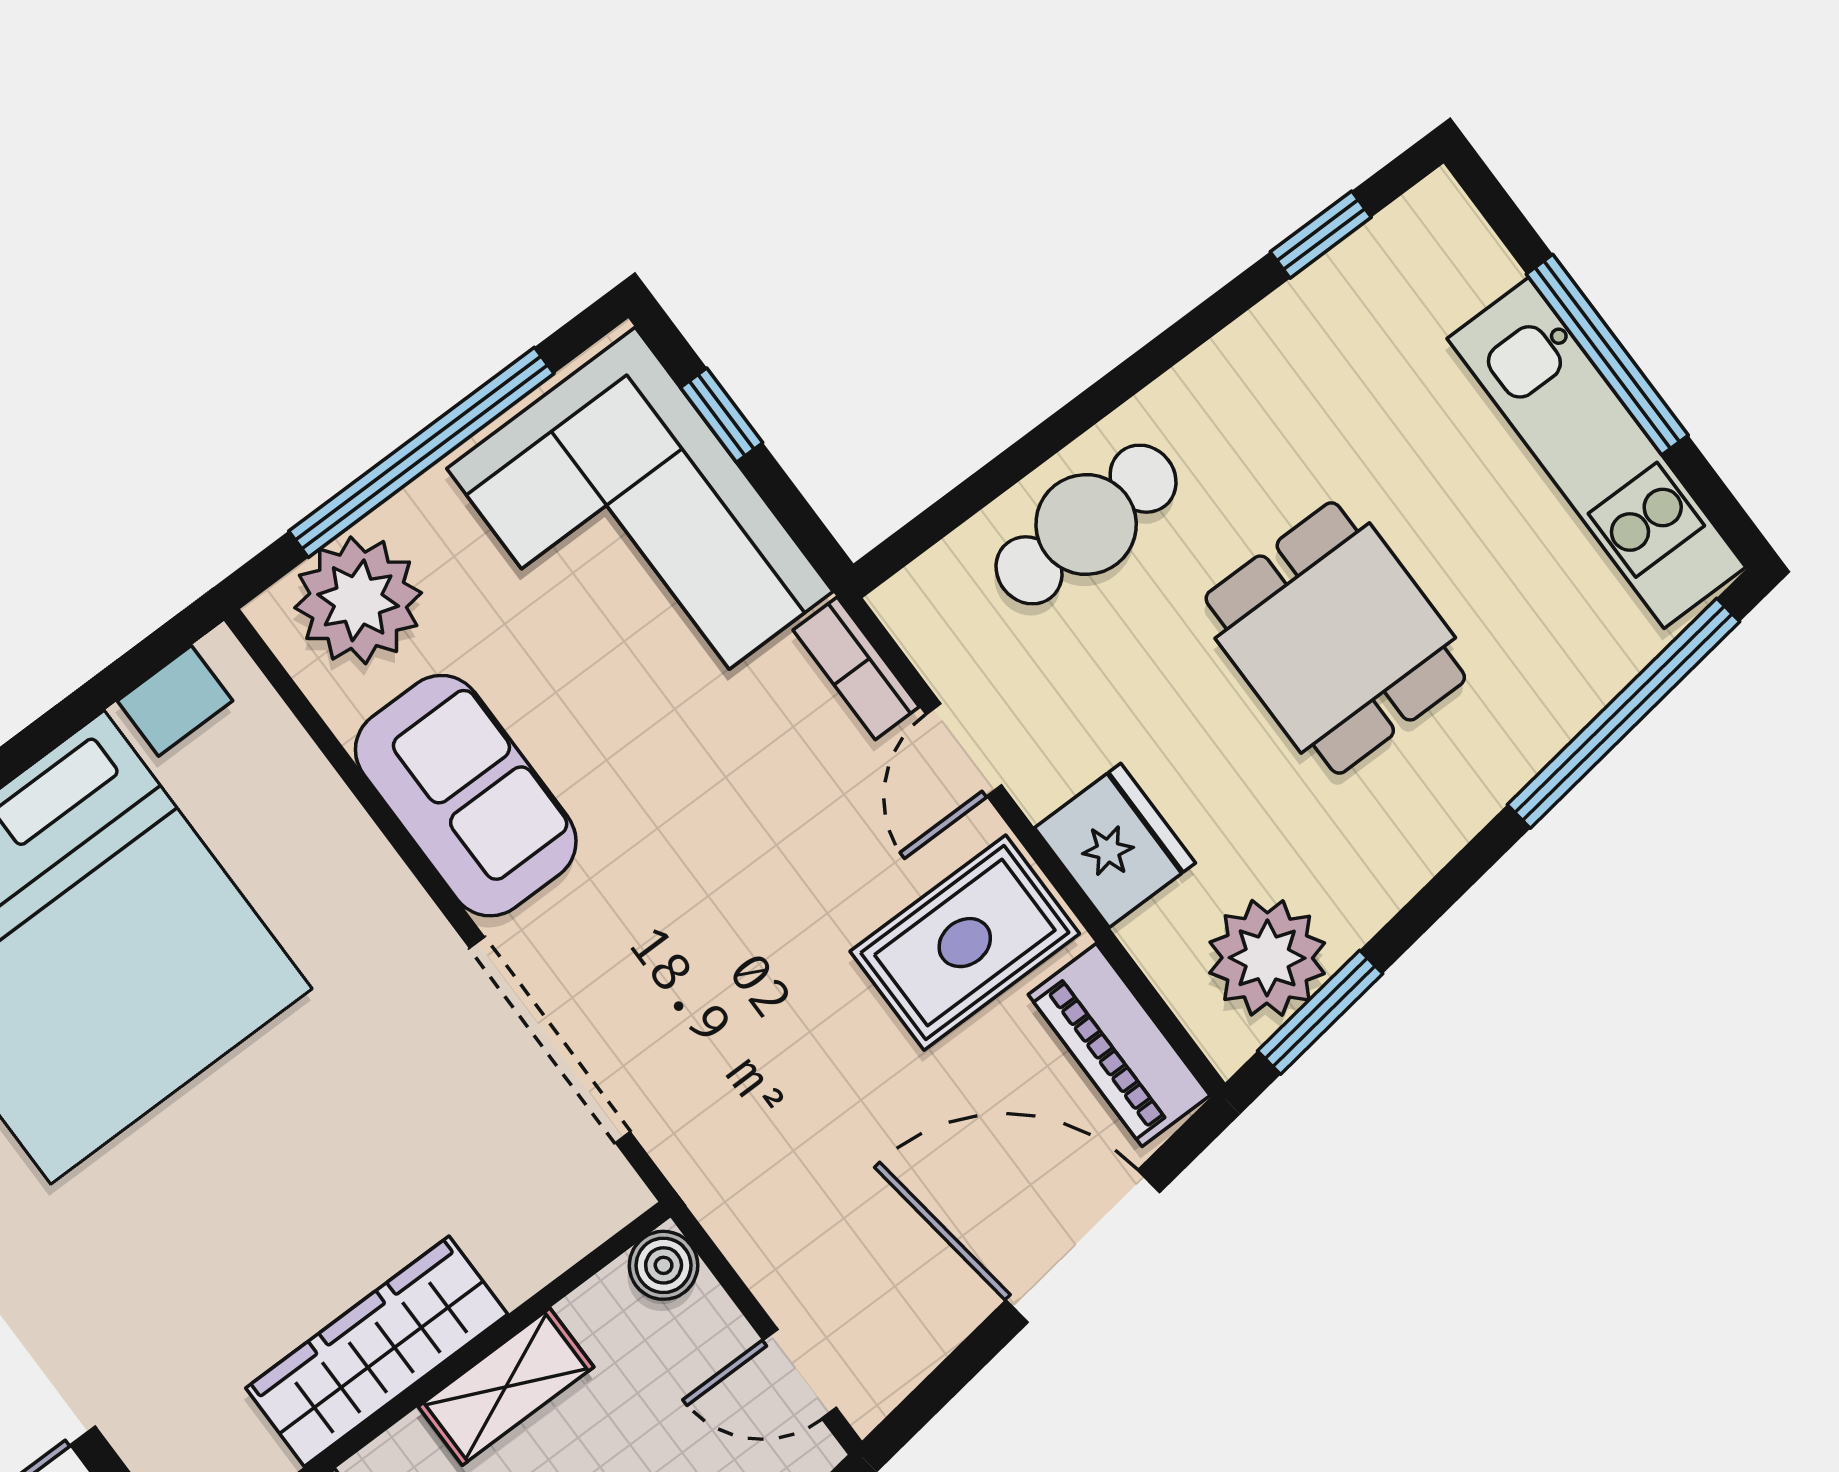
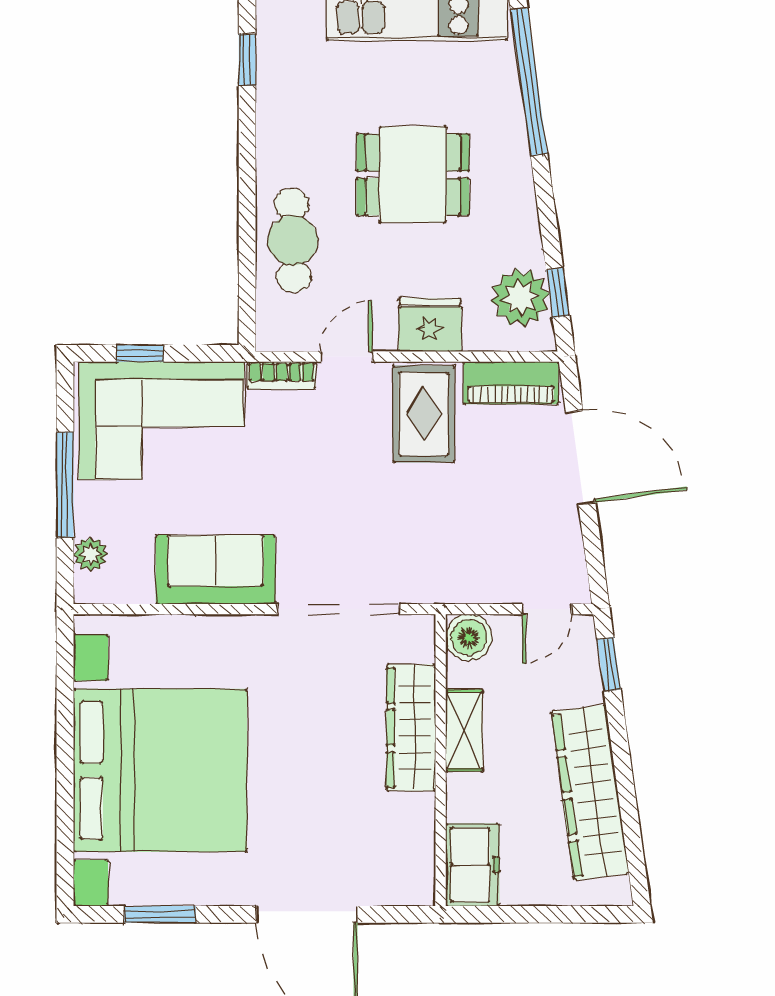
window: (421, 452) -> (65, 485), width x0.68
plant: (358, 600) -> (90, 554), width x0.53, depth x0.53
door: (964, 750) -> (346, 357), swing flipped
window: (1320, 1012) -> (558, 293), width x0.67
door: (1083, 1246) -> (581, 458), swing flipped
boiler: (664, 1265) -> (469, 637), width x1.36, depth x1.36
wardrobe: (377, 1351) -> (411, 728), moved

